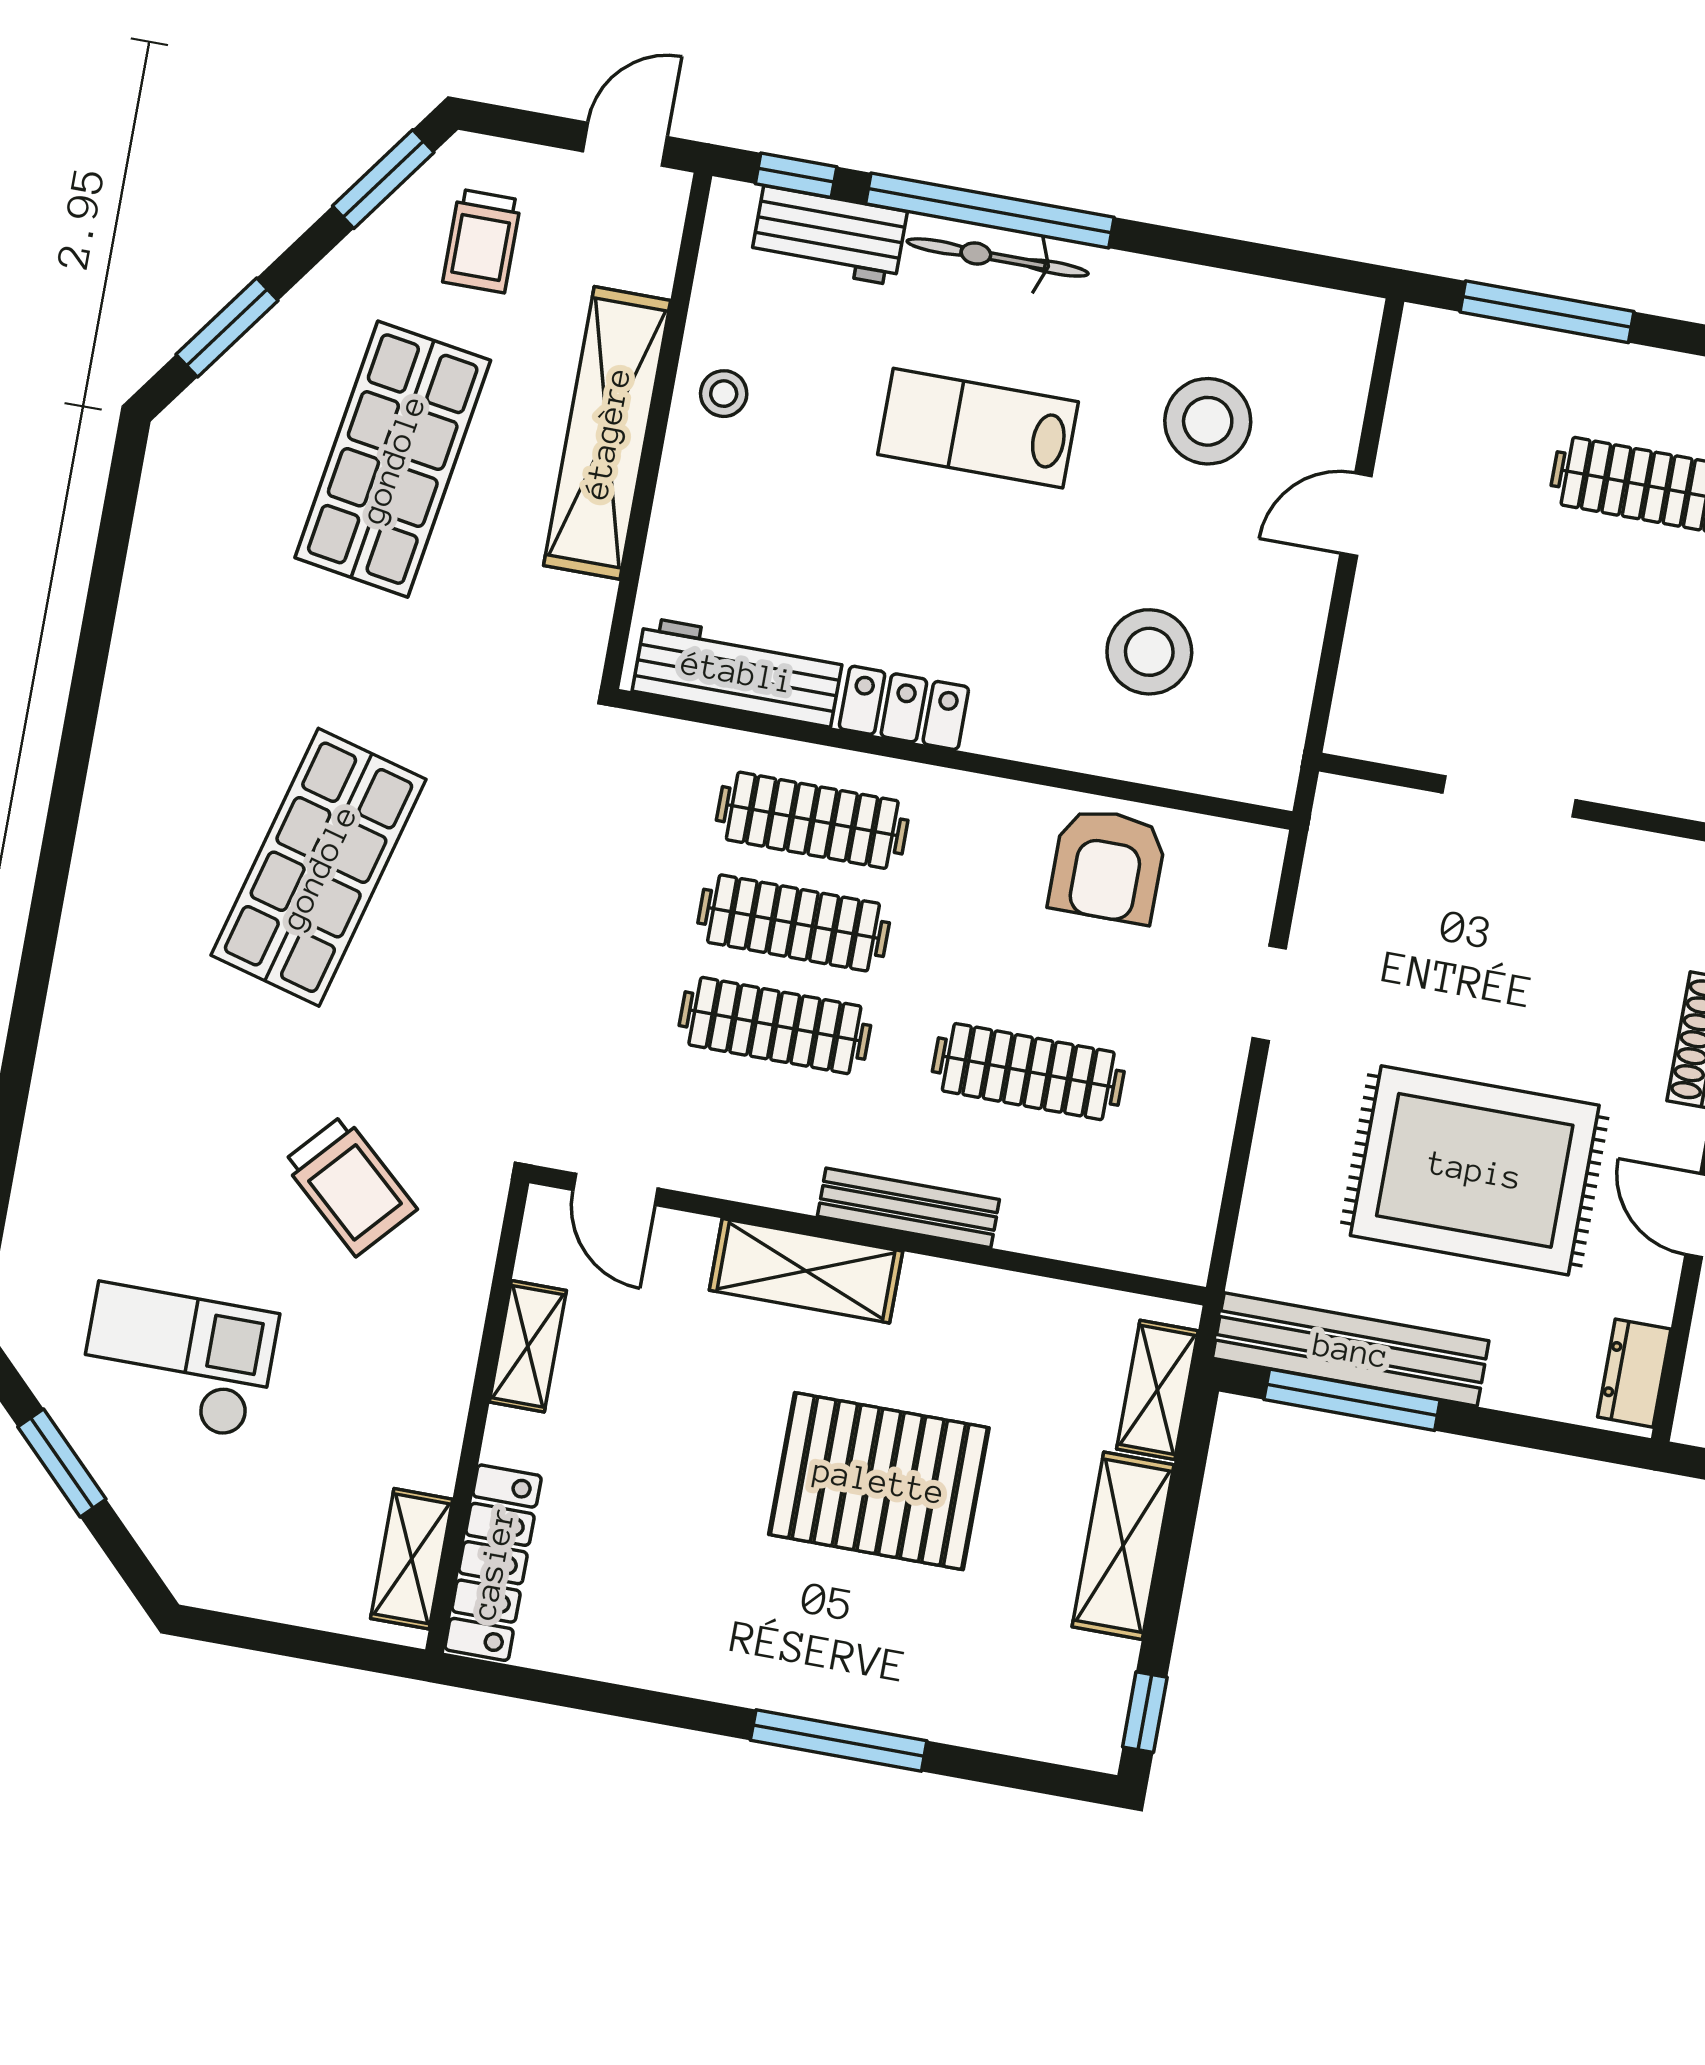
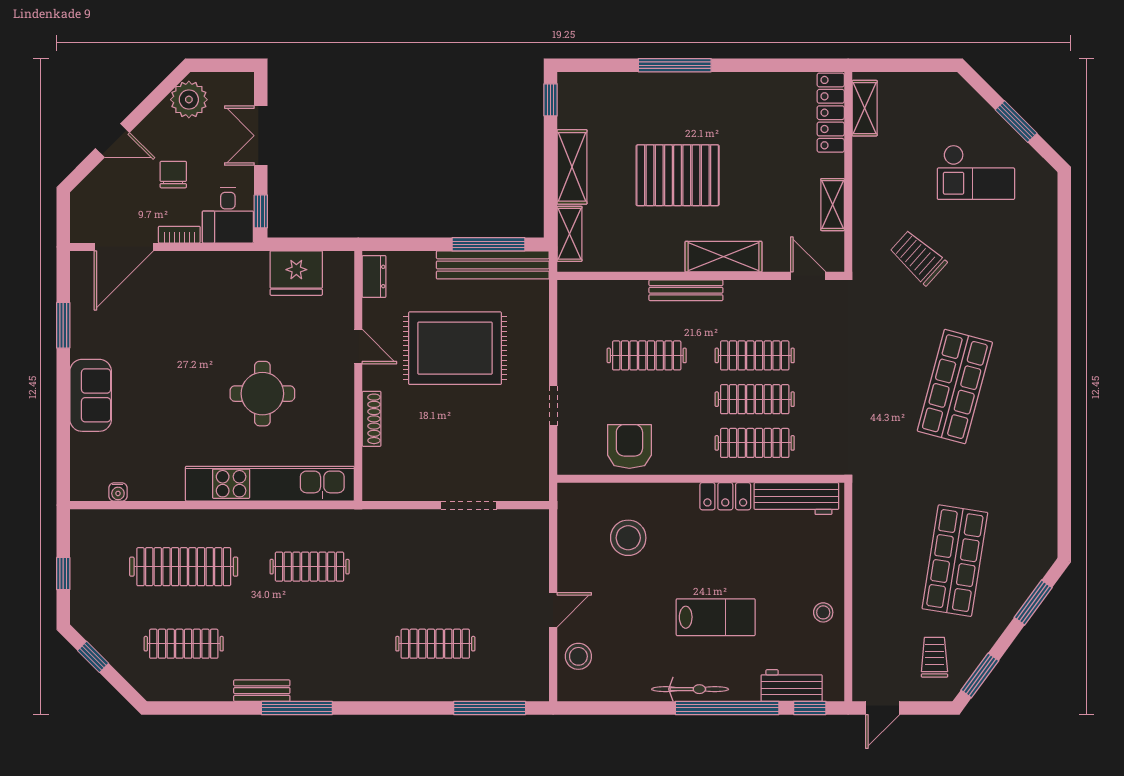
bicycle: (998, 257) -> (690, 689), moved
stool: (1208, 421) -> (578, 656), moved, width x0.73, depth x0.73
shelving: (607, 433) -> (868, 587), removed

